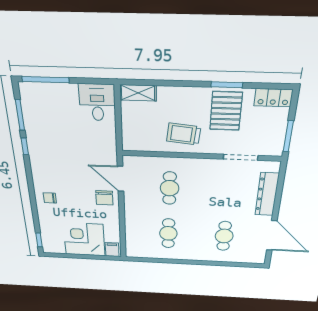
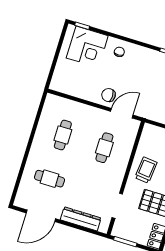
cafe table: (170, 188) -> (104, 148), turned 90
cafe table: (168, 233) -> (63, 135), turned 90
corner desk: (84, 239) -> (87, 47), moved, turned 90
filing cabinet: (112, 250) -> (58, 84), removed

